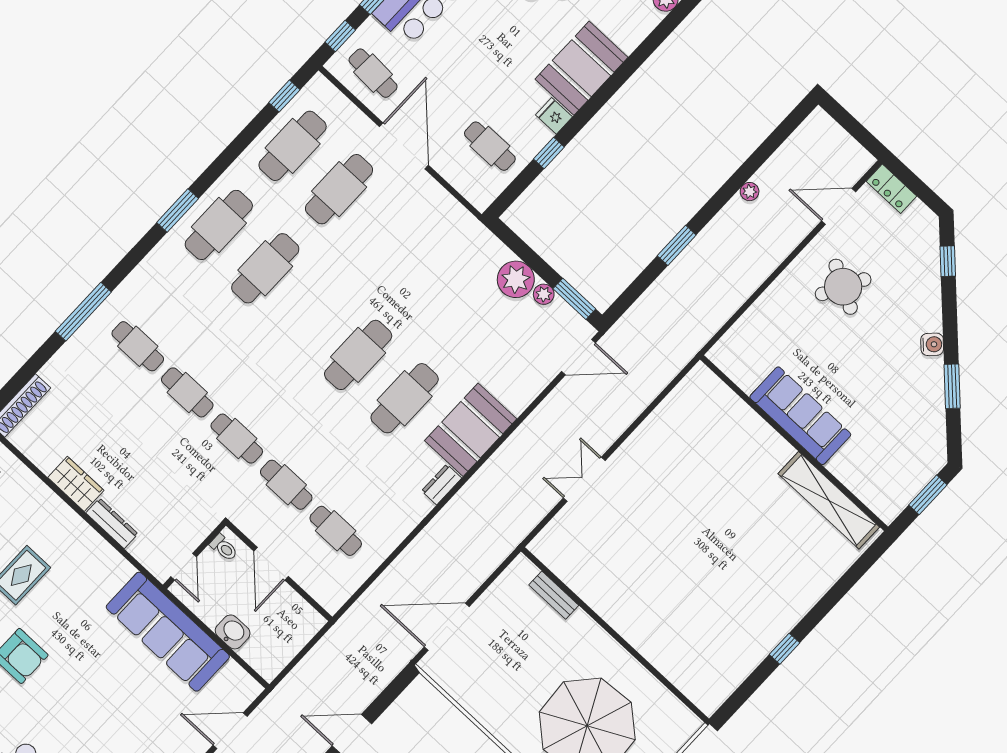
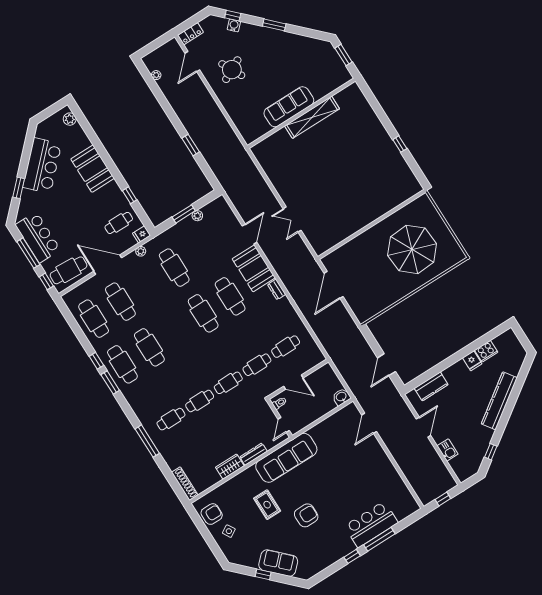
cafe table: (373, 73) -> (69, 270), width x1.37, depth x1.35
window: (284, 96) -> (96, 361), moved
fridge: (554, 116) -> (142, 234), moved
plant: (750, 192) -> (156, 75), moved
cafe table: (432, 276) -> (174, 268), added
plant: (516, 279) -> (141, 251), moved, width x0.53, depth x0.53
round table: (843, 287) -> (232, 70), turned 35
window: (574, 299) -> (184, 214), moved
water cooler: (932, 344) -> (234, 25), moved
door: (579, 357) -> (250, 234), moved
window: (952, 386) -> (274, 25), moved
shelving: (829, 500) -> (312, 117), moved
door: (184, 567) -> (284, 425), swing flipped
bench: (554, 595) -> (344, 249), removed
door: (447, 627) -> (334, 285), moved
sofa: (168, 632) -> (286, 458), moved
washbasin: (233, 632) -> (341, 397), moved

